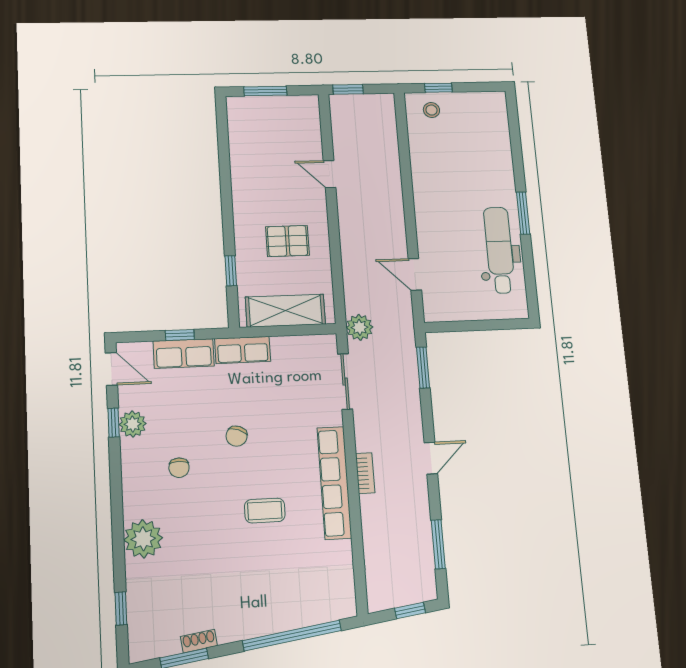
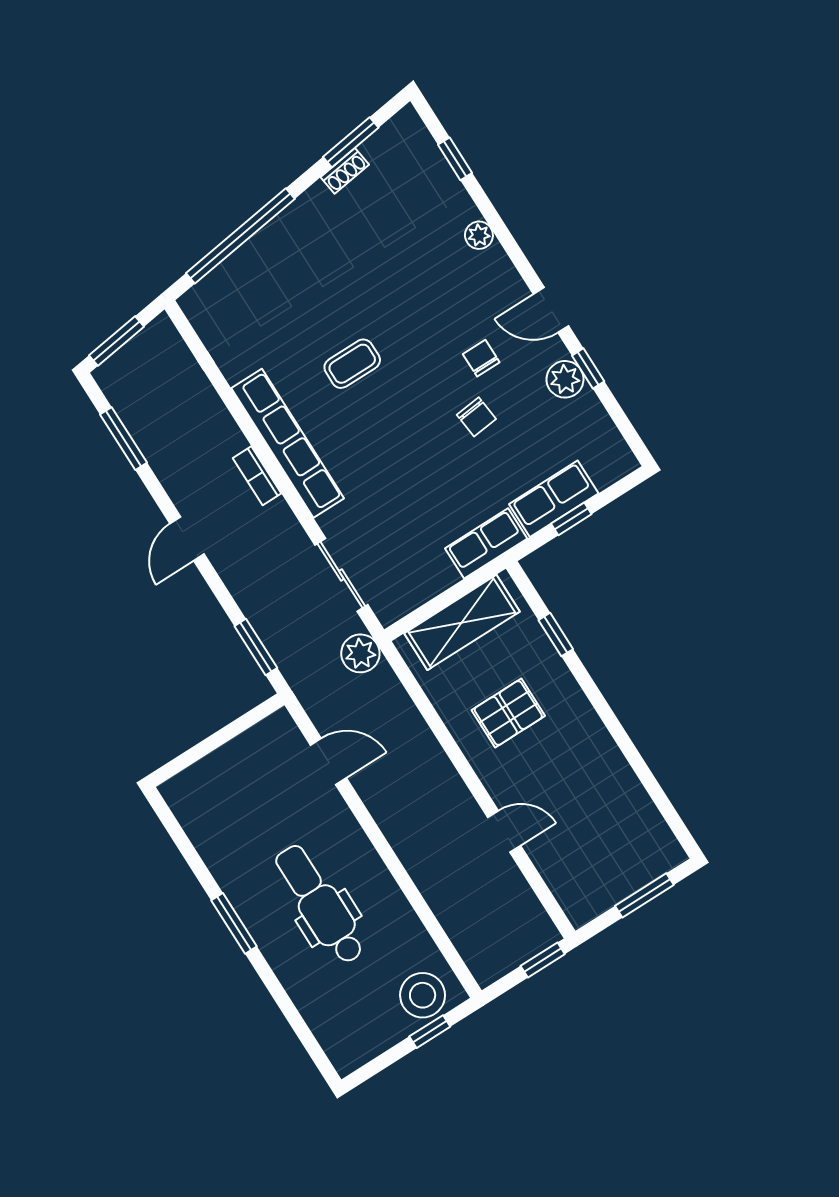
stool: (431, 110) -> (423, 995), width x1.89, depth x1.89
dental chair: (499, 250) -> (320, 904), moved, turned 180
door: (111, 369) -> (551, 310), moved
chair: (237, 436) -> (476, 417), moved, turned 153
plant: (143, 539) -> (479, 235), width x0.53, depth x0.53
window: (410, 611) -> (116, 341), width x1.50

